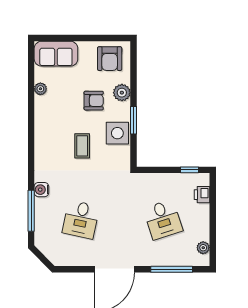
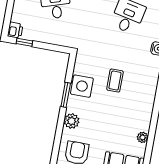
armchair: (94, 101) -> (98, 119), removed
printer: (202, 195) -> (15, 30), moved

